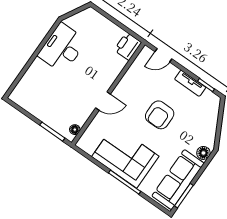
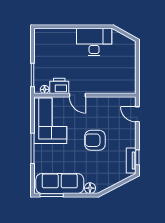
printer: (128, 46) -> (59, 86), moved
tv unit: (190, 83) -> (131, 161), moved
corner sofa: (125, 157) -> (50, 121), moved

